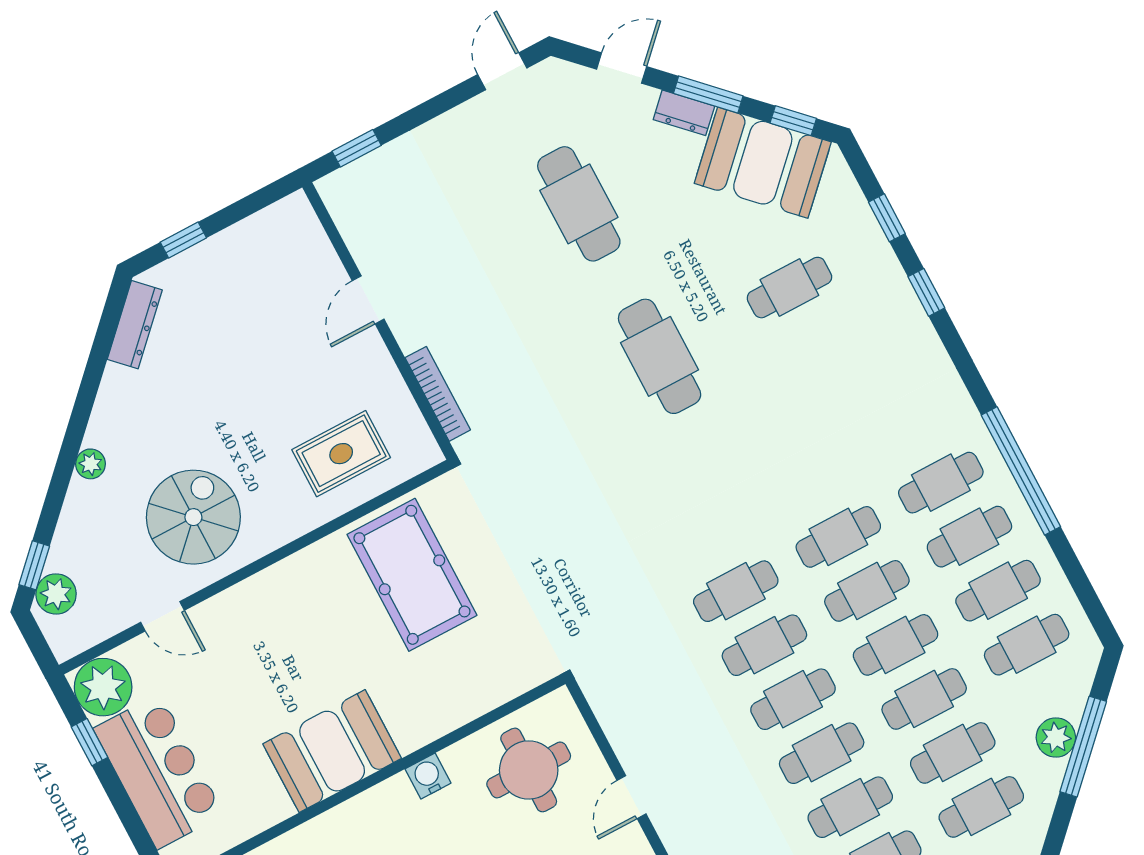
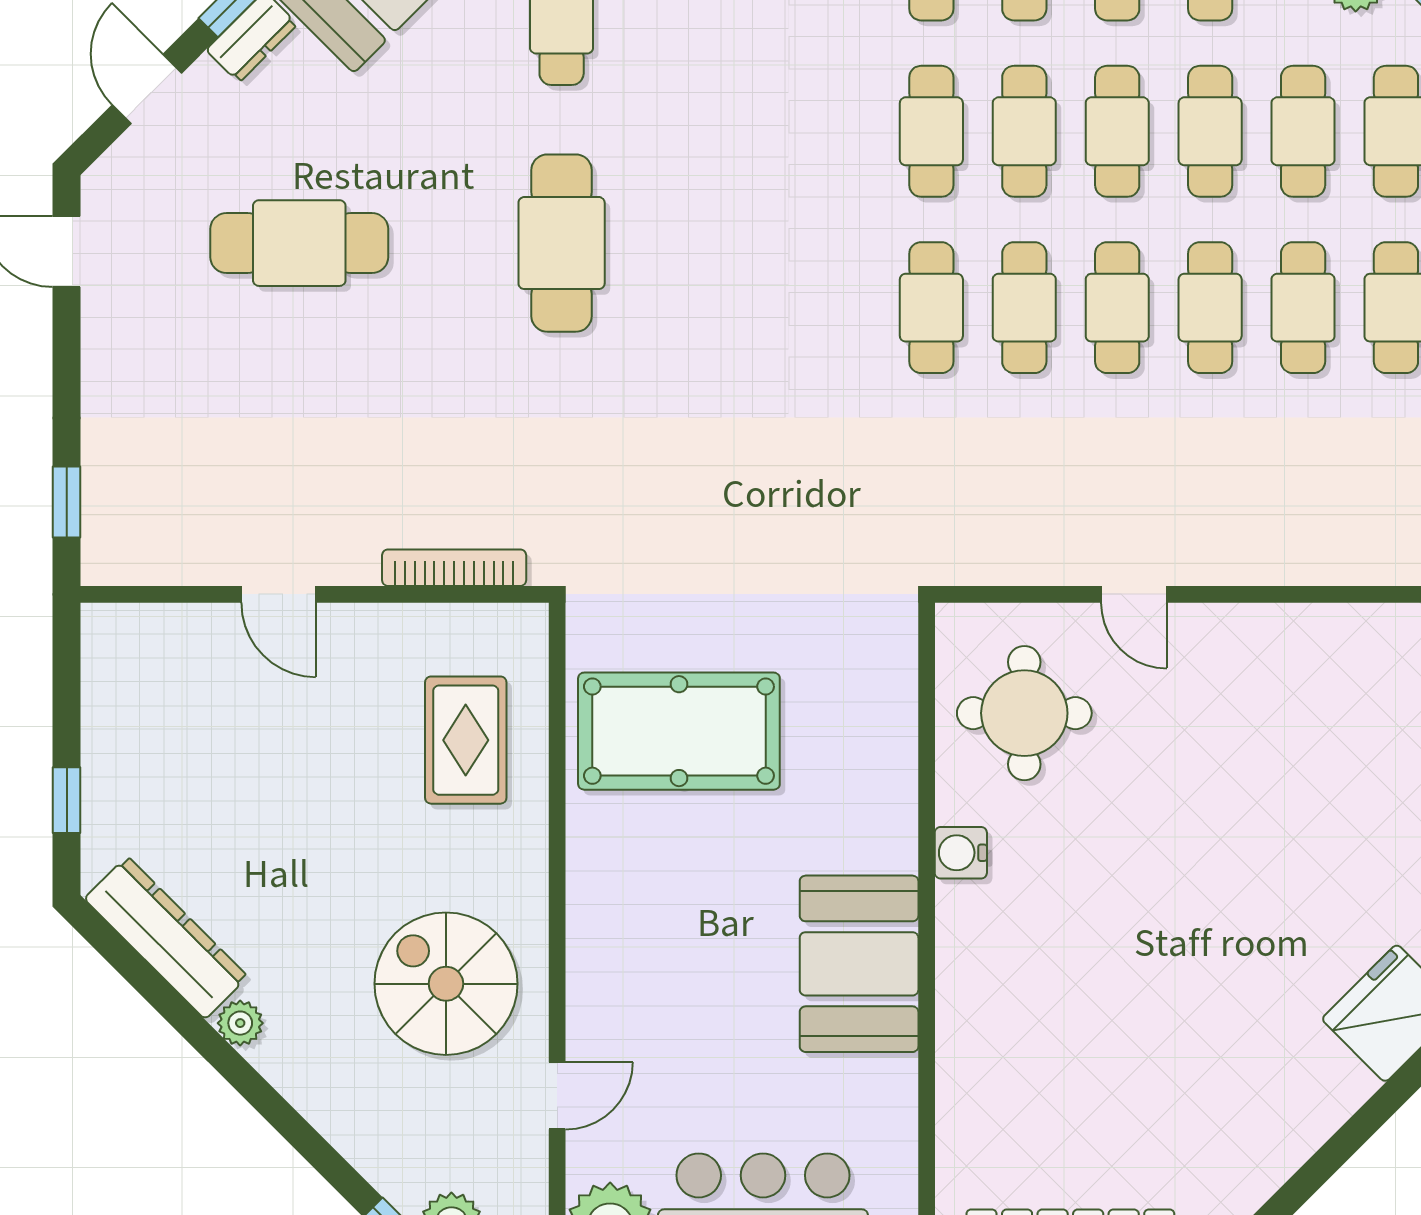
dresser: (135, 325) -> (166, 938), width x1.37, depth x1.24
cafe table: (660, 356) -> (562, 243), turned 90
plant: (91, 464) -> (240, 1023), moved

